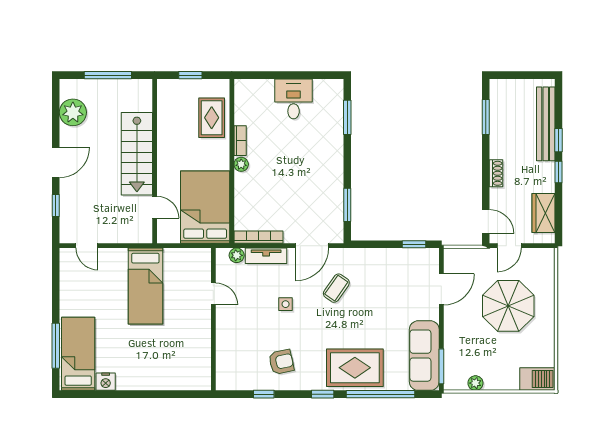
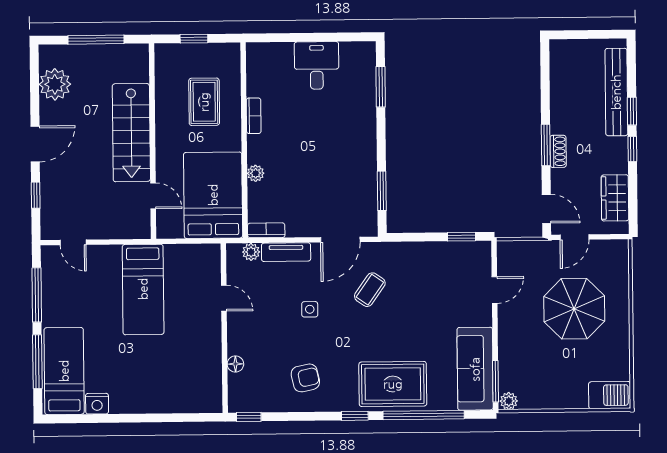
window: (486, 117) -> (546, 145), moved
rug: (212, 118) -> (204, 102), moved
plant: (241, 164) -> (256, 173), moved
bookcase: (258, 237) -> (266, 230), width x0.64
door: (441, 289) -> (495, 290), width x0.73
window: (56, 290) -> (37, 295), added
floor lamp: (223, 349) -> (235, 364), added
plant: (475, 383) -> (509, 401), moved
window: (264, 394) -> (249, 417), moved

